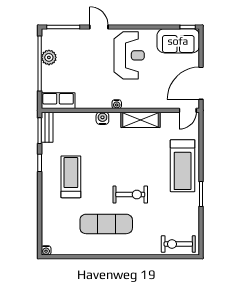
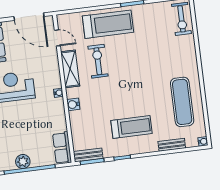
door: (188, 110) -> (57, 38), moved
treadmill: (71, 177) -> (131, 127), turned 180
exercise bike: (130, 195) -> (98, 61), moved
bench: (47, 217) -> (172, 145), added
exercise mat: (106, 224) -> (182, 102), moved

